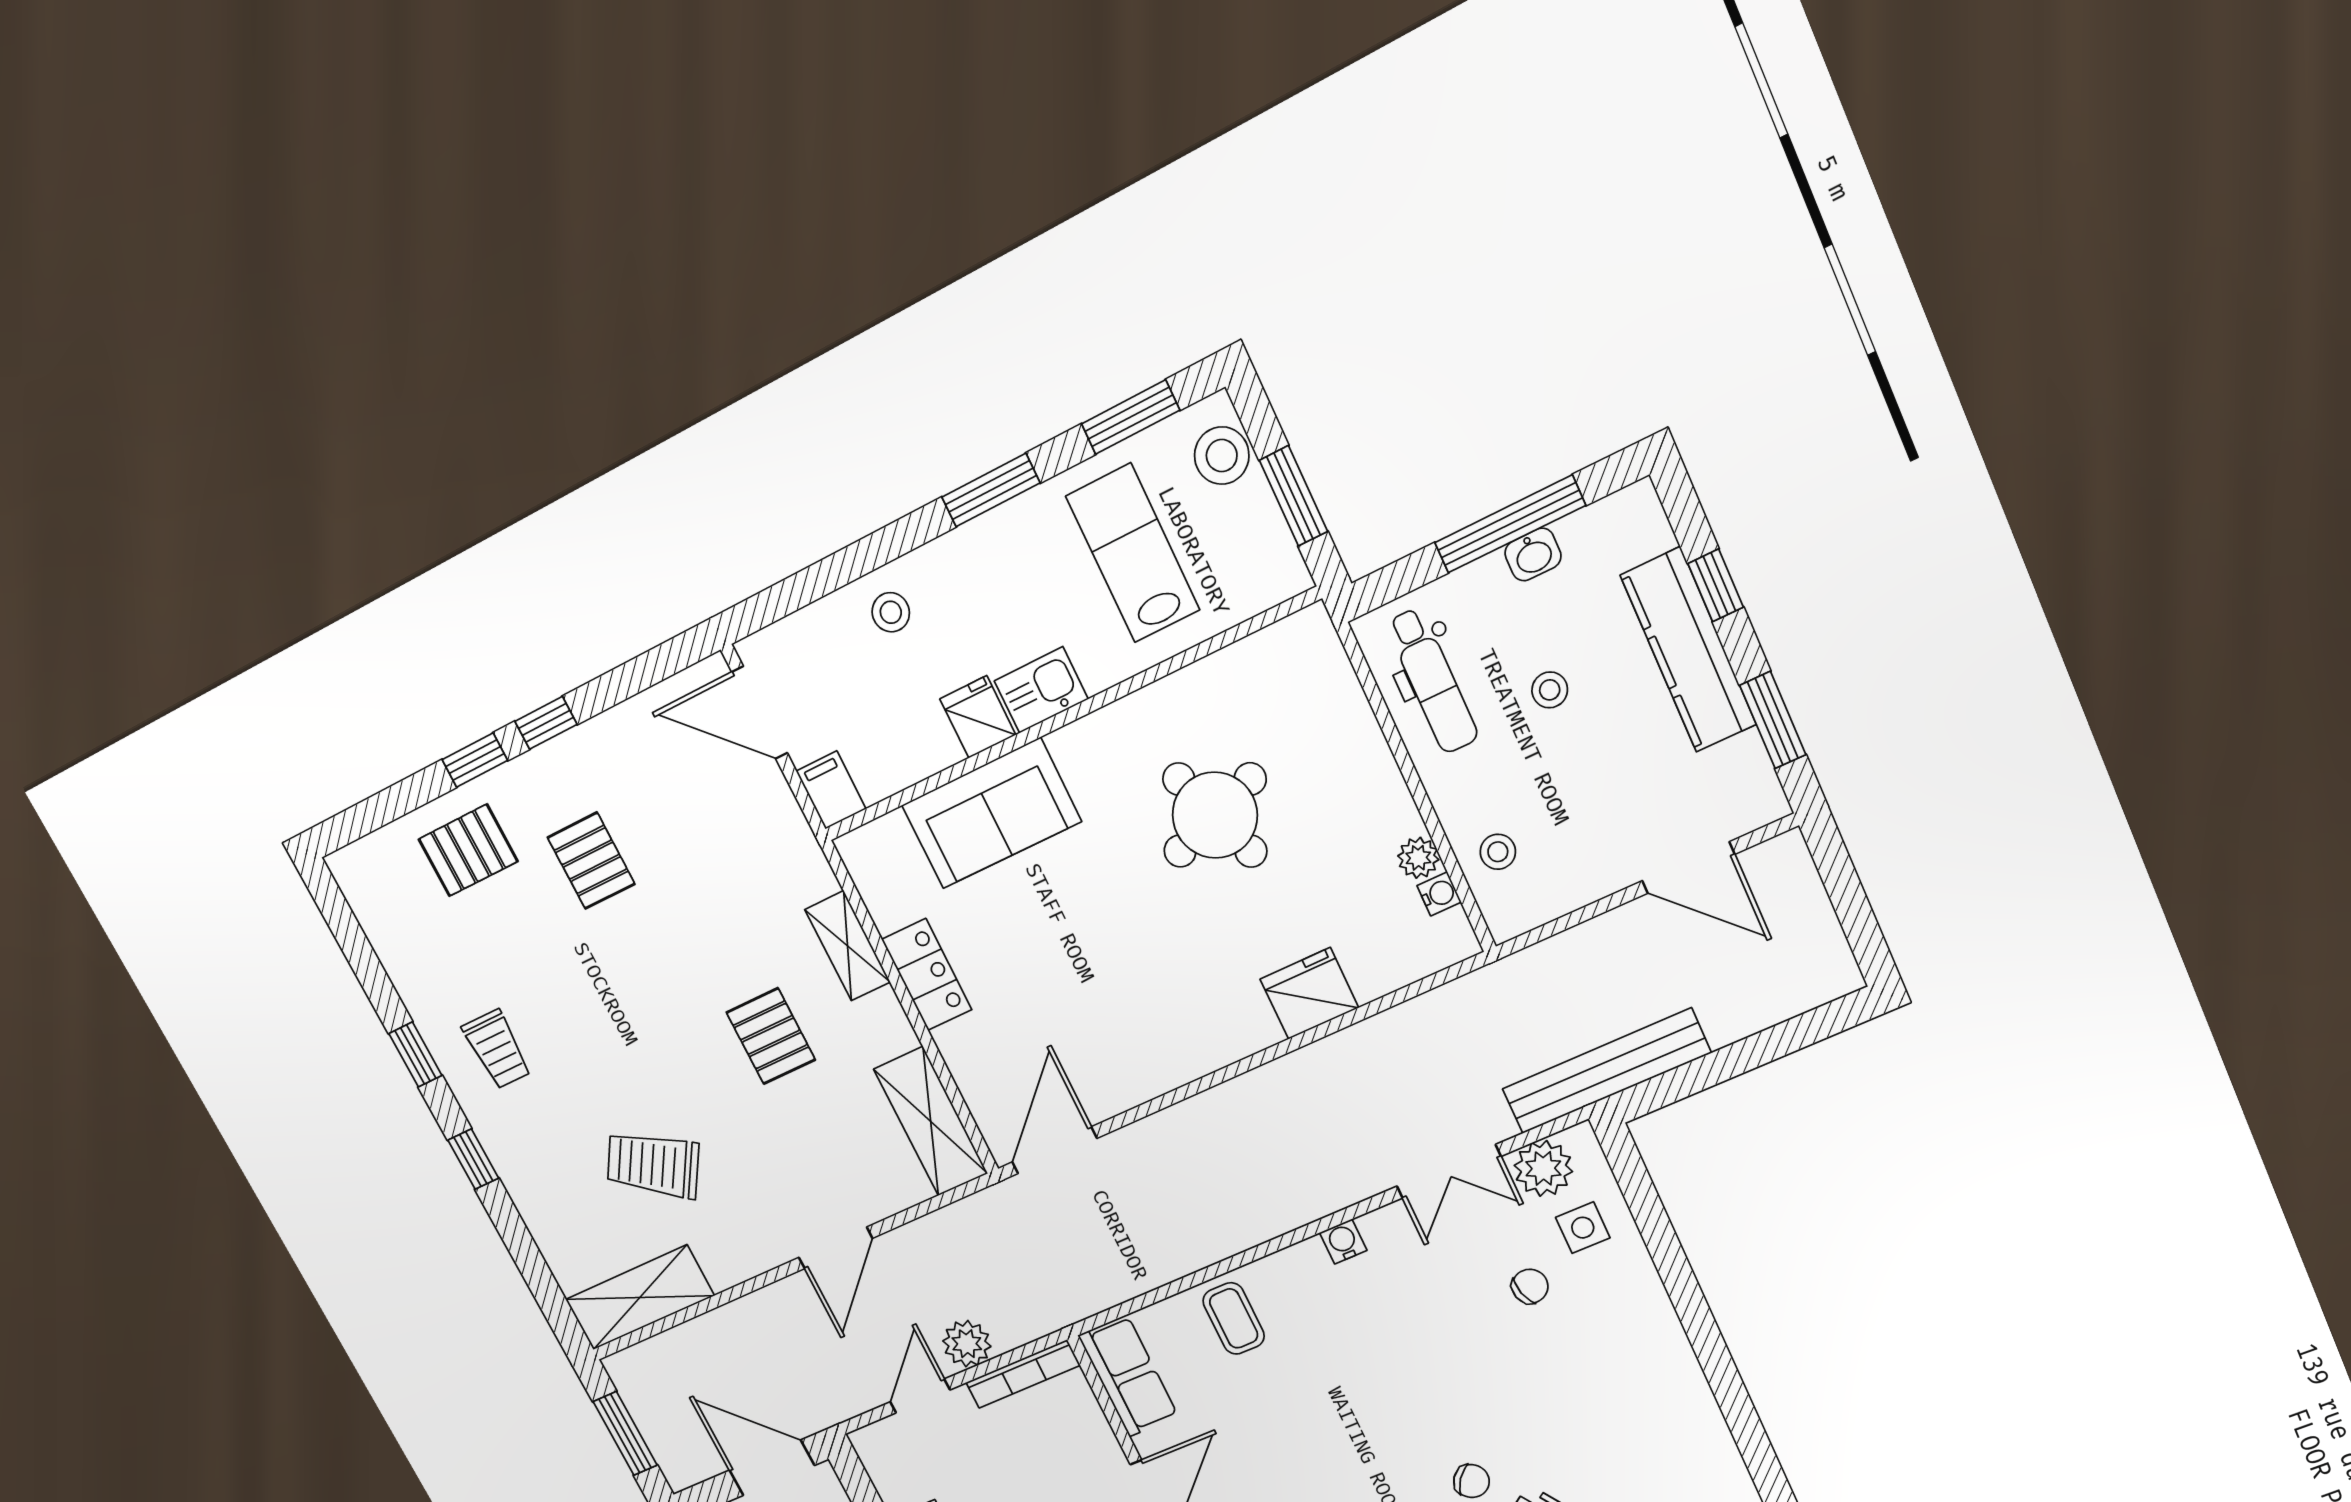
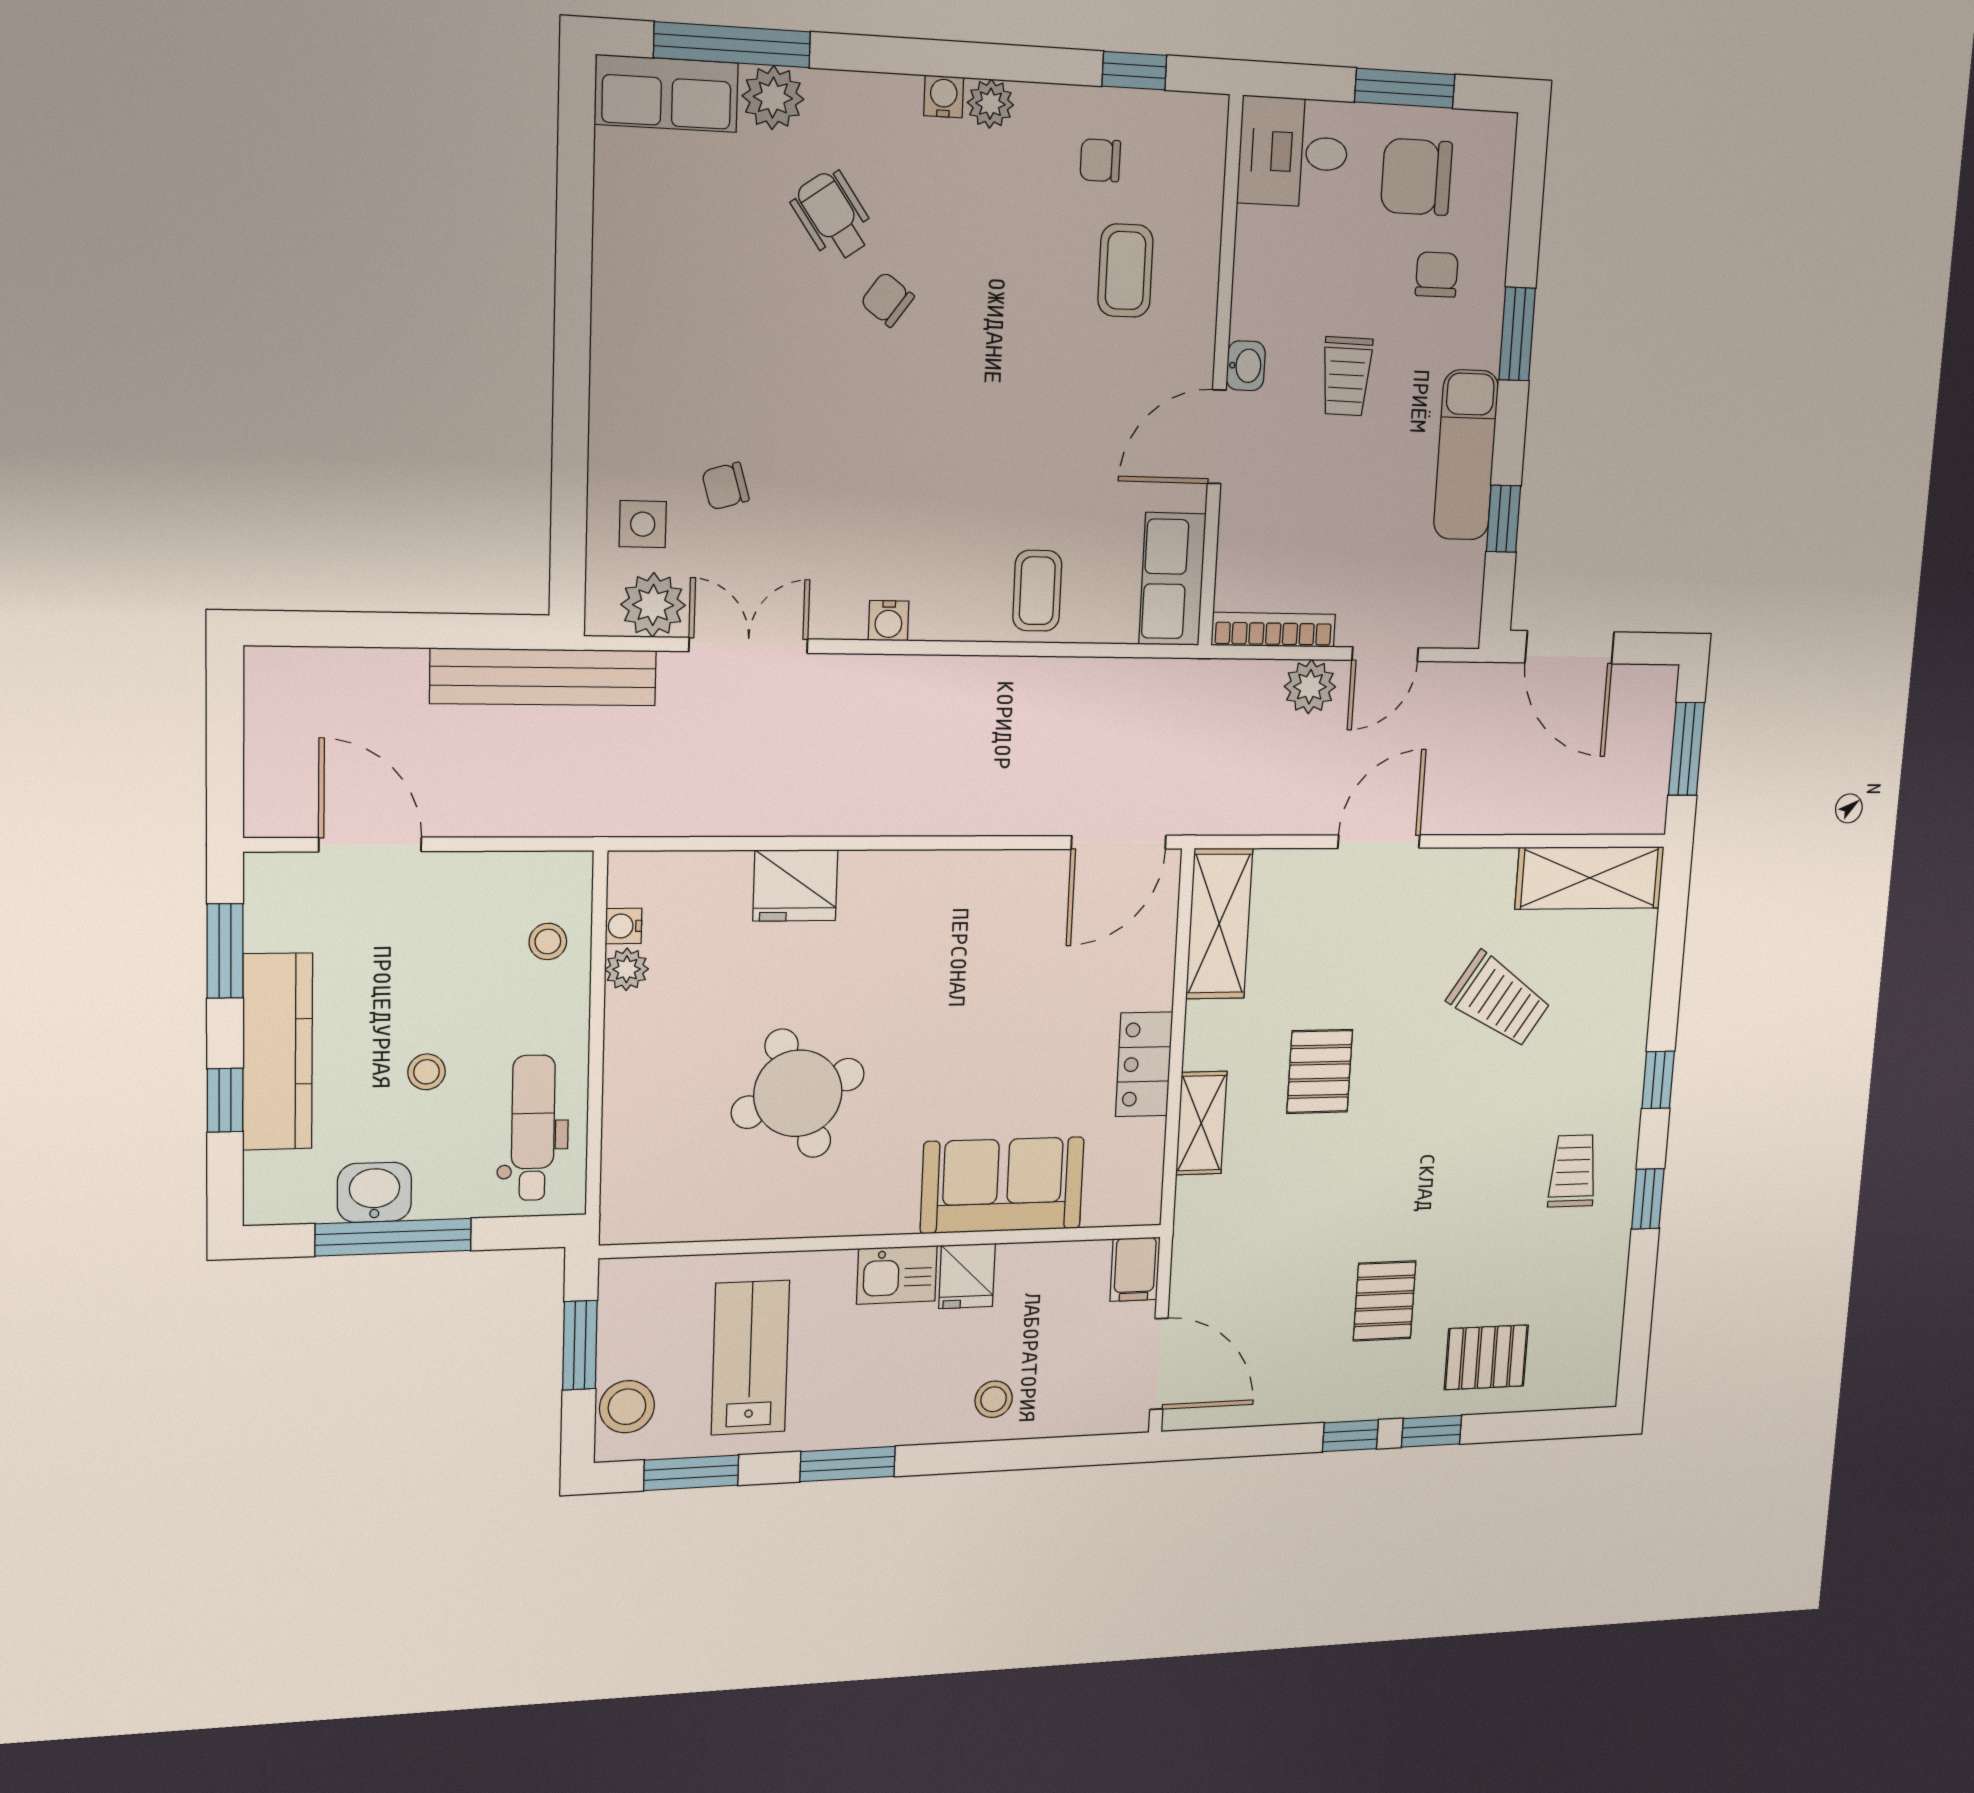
lab bench: (1133, 553) -> (750, 1358), turned 180
washbasin: (1533, 555) -> (374, 1192), width x1.38, depth x1.45

